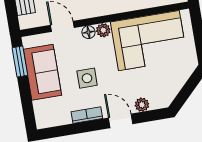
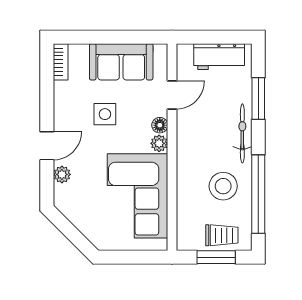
window: (20, 61) -> (139, 37), removed
bookcase: (87, 115) -> (61, 62), moved

